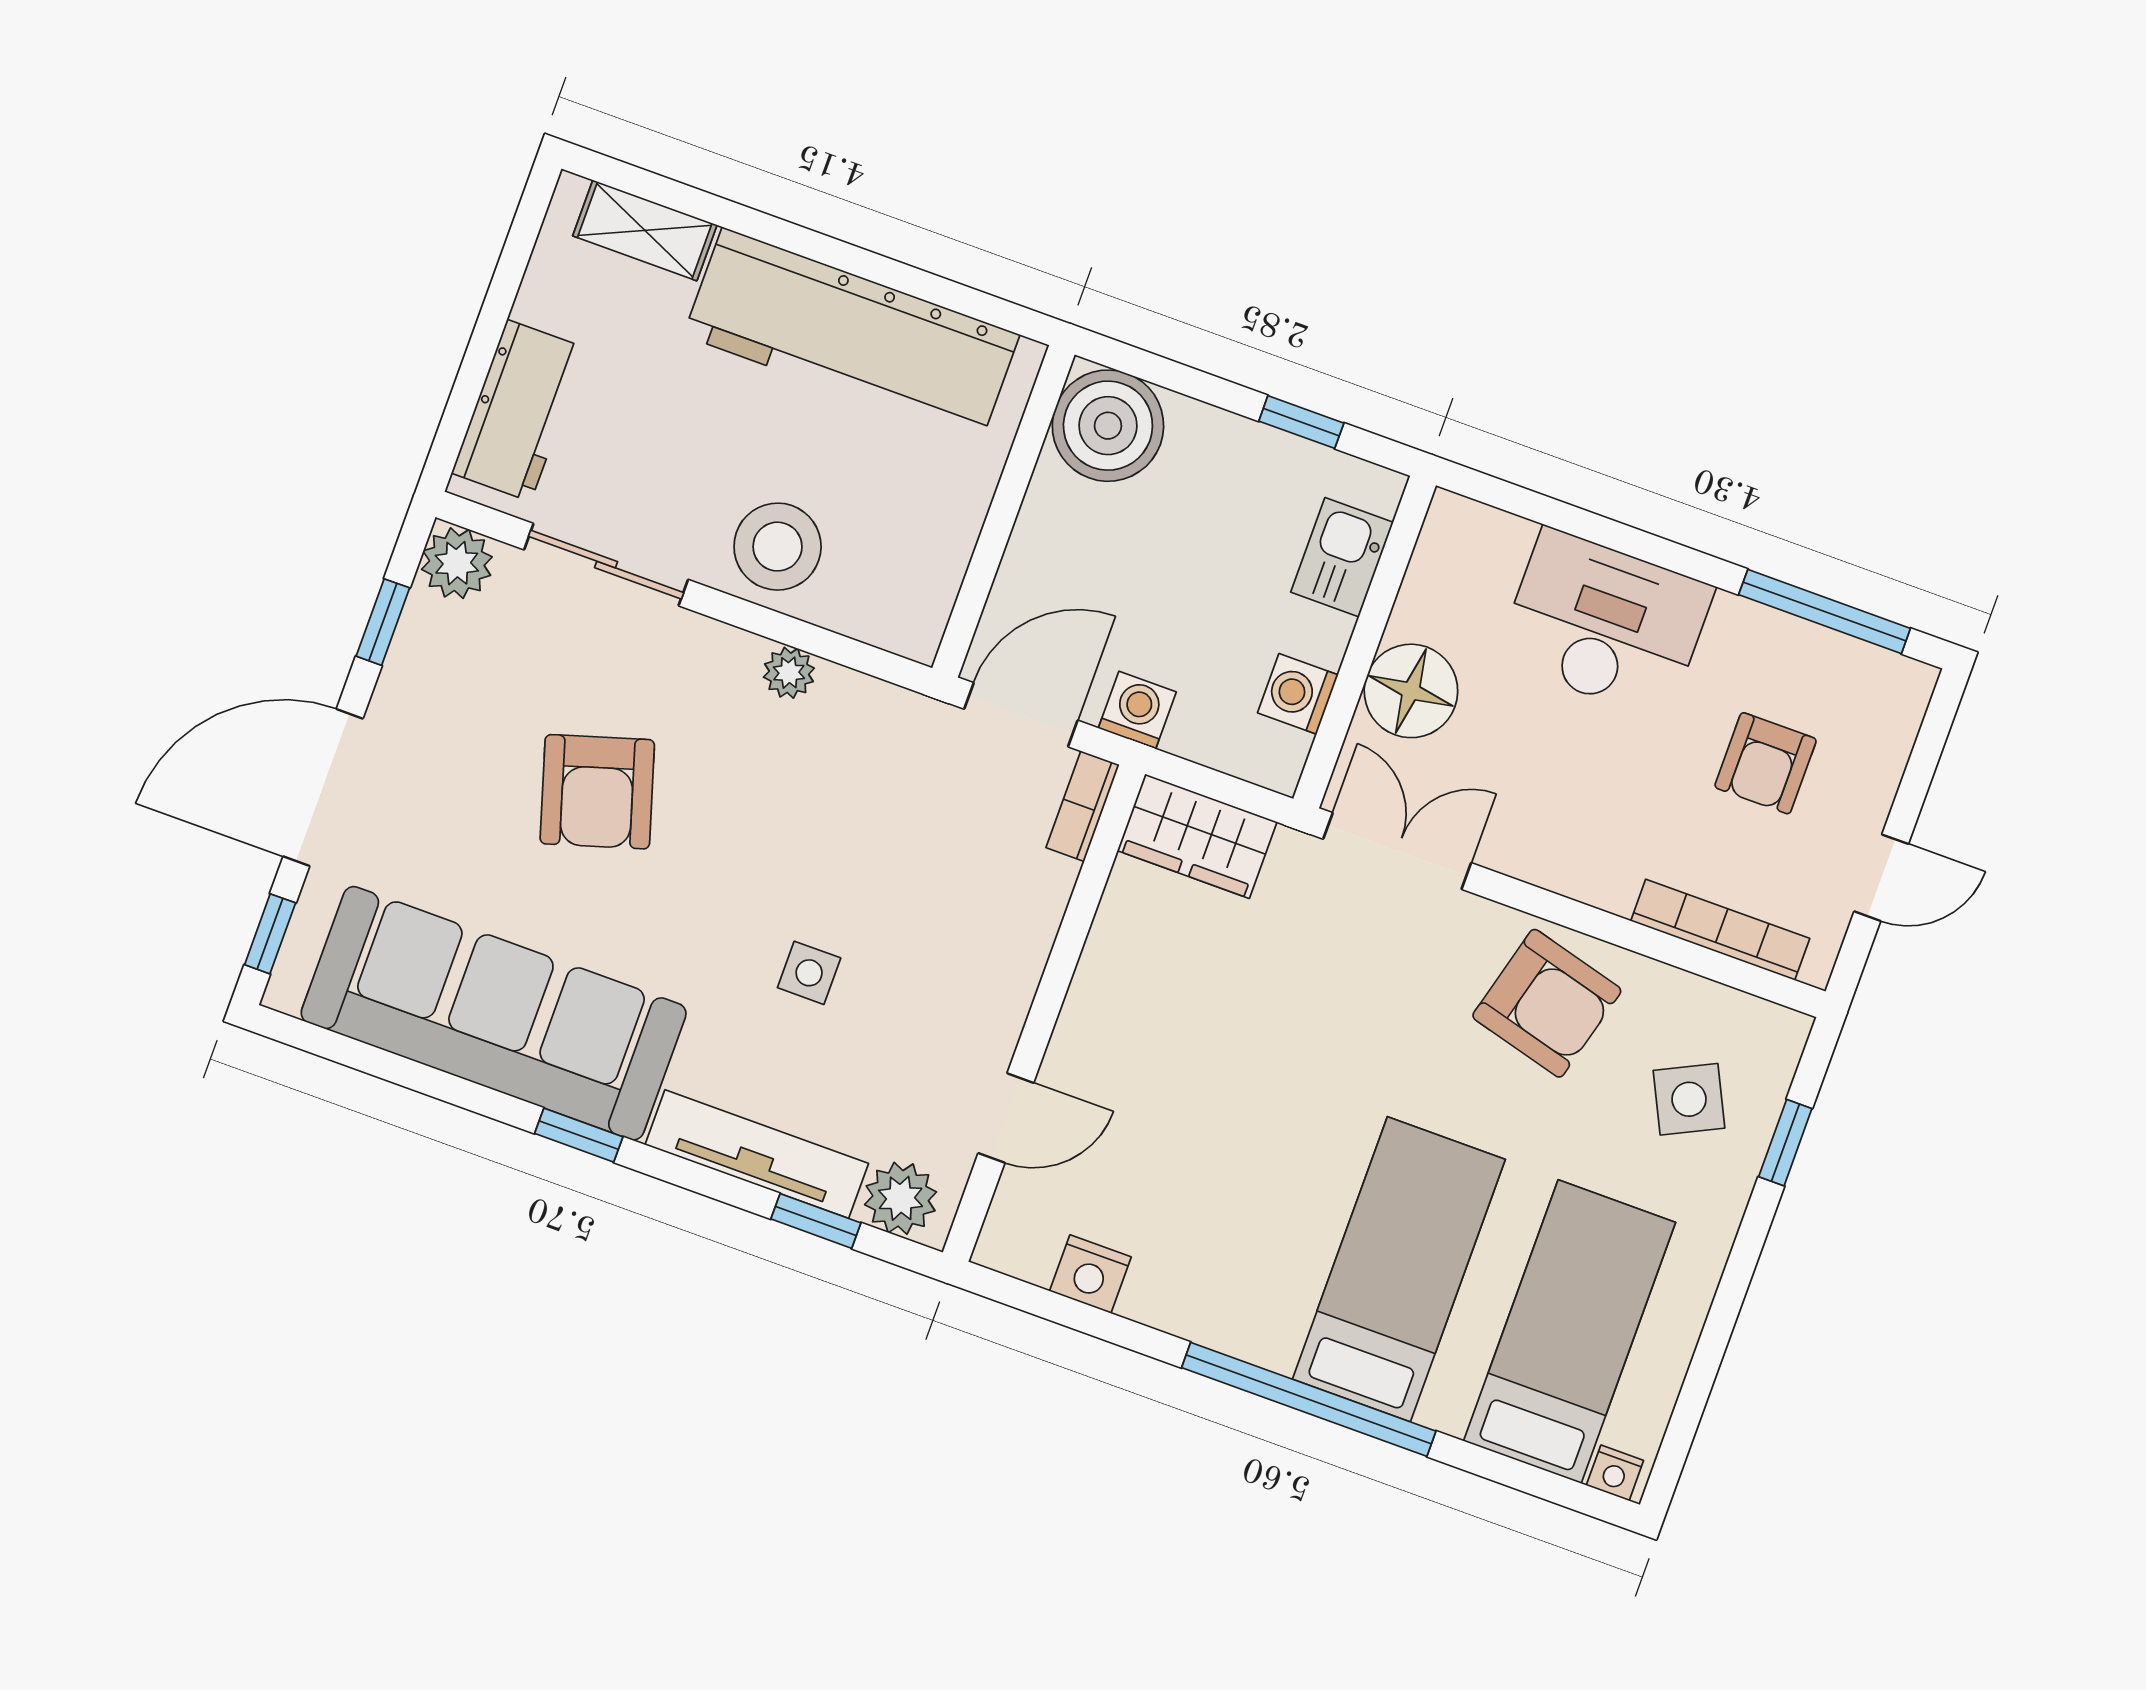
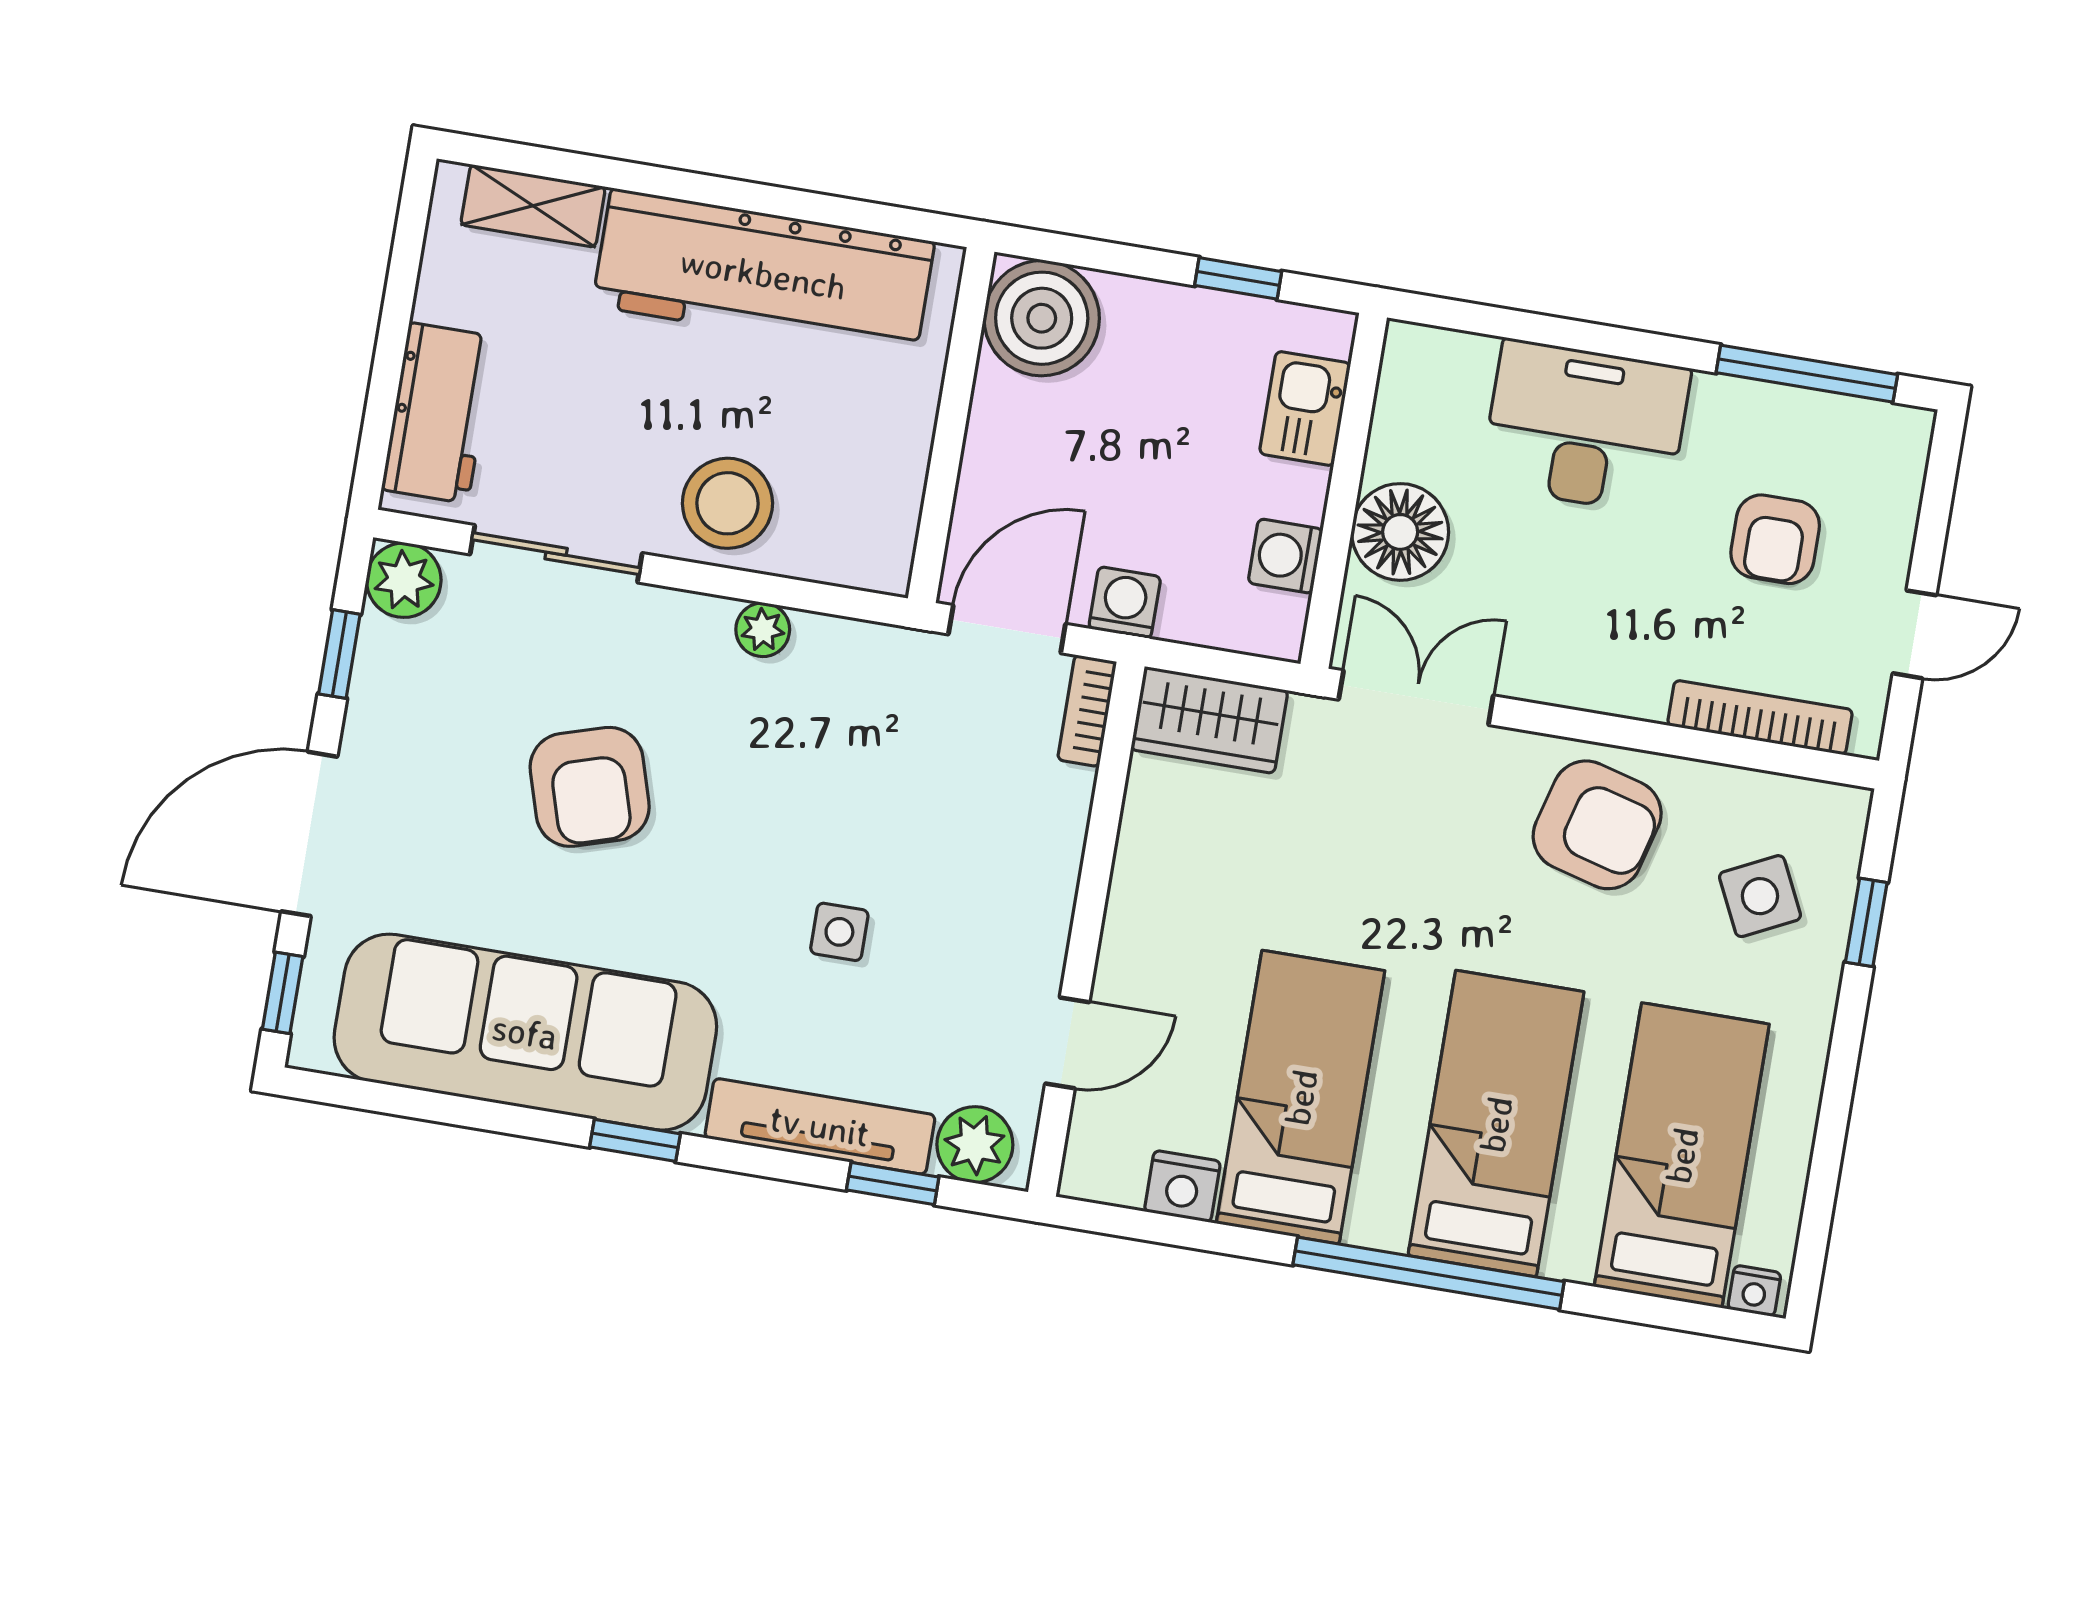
bed: (1218, 1210) -> (1301, 1097), added

